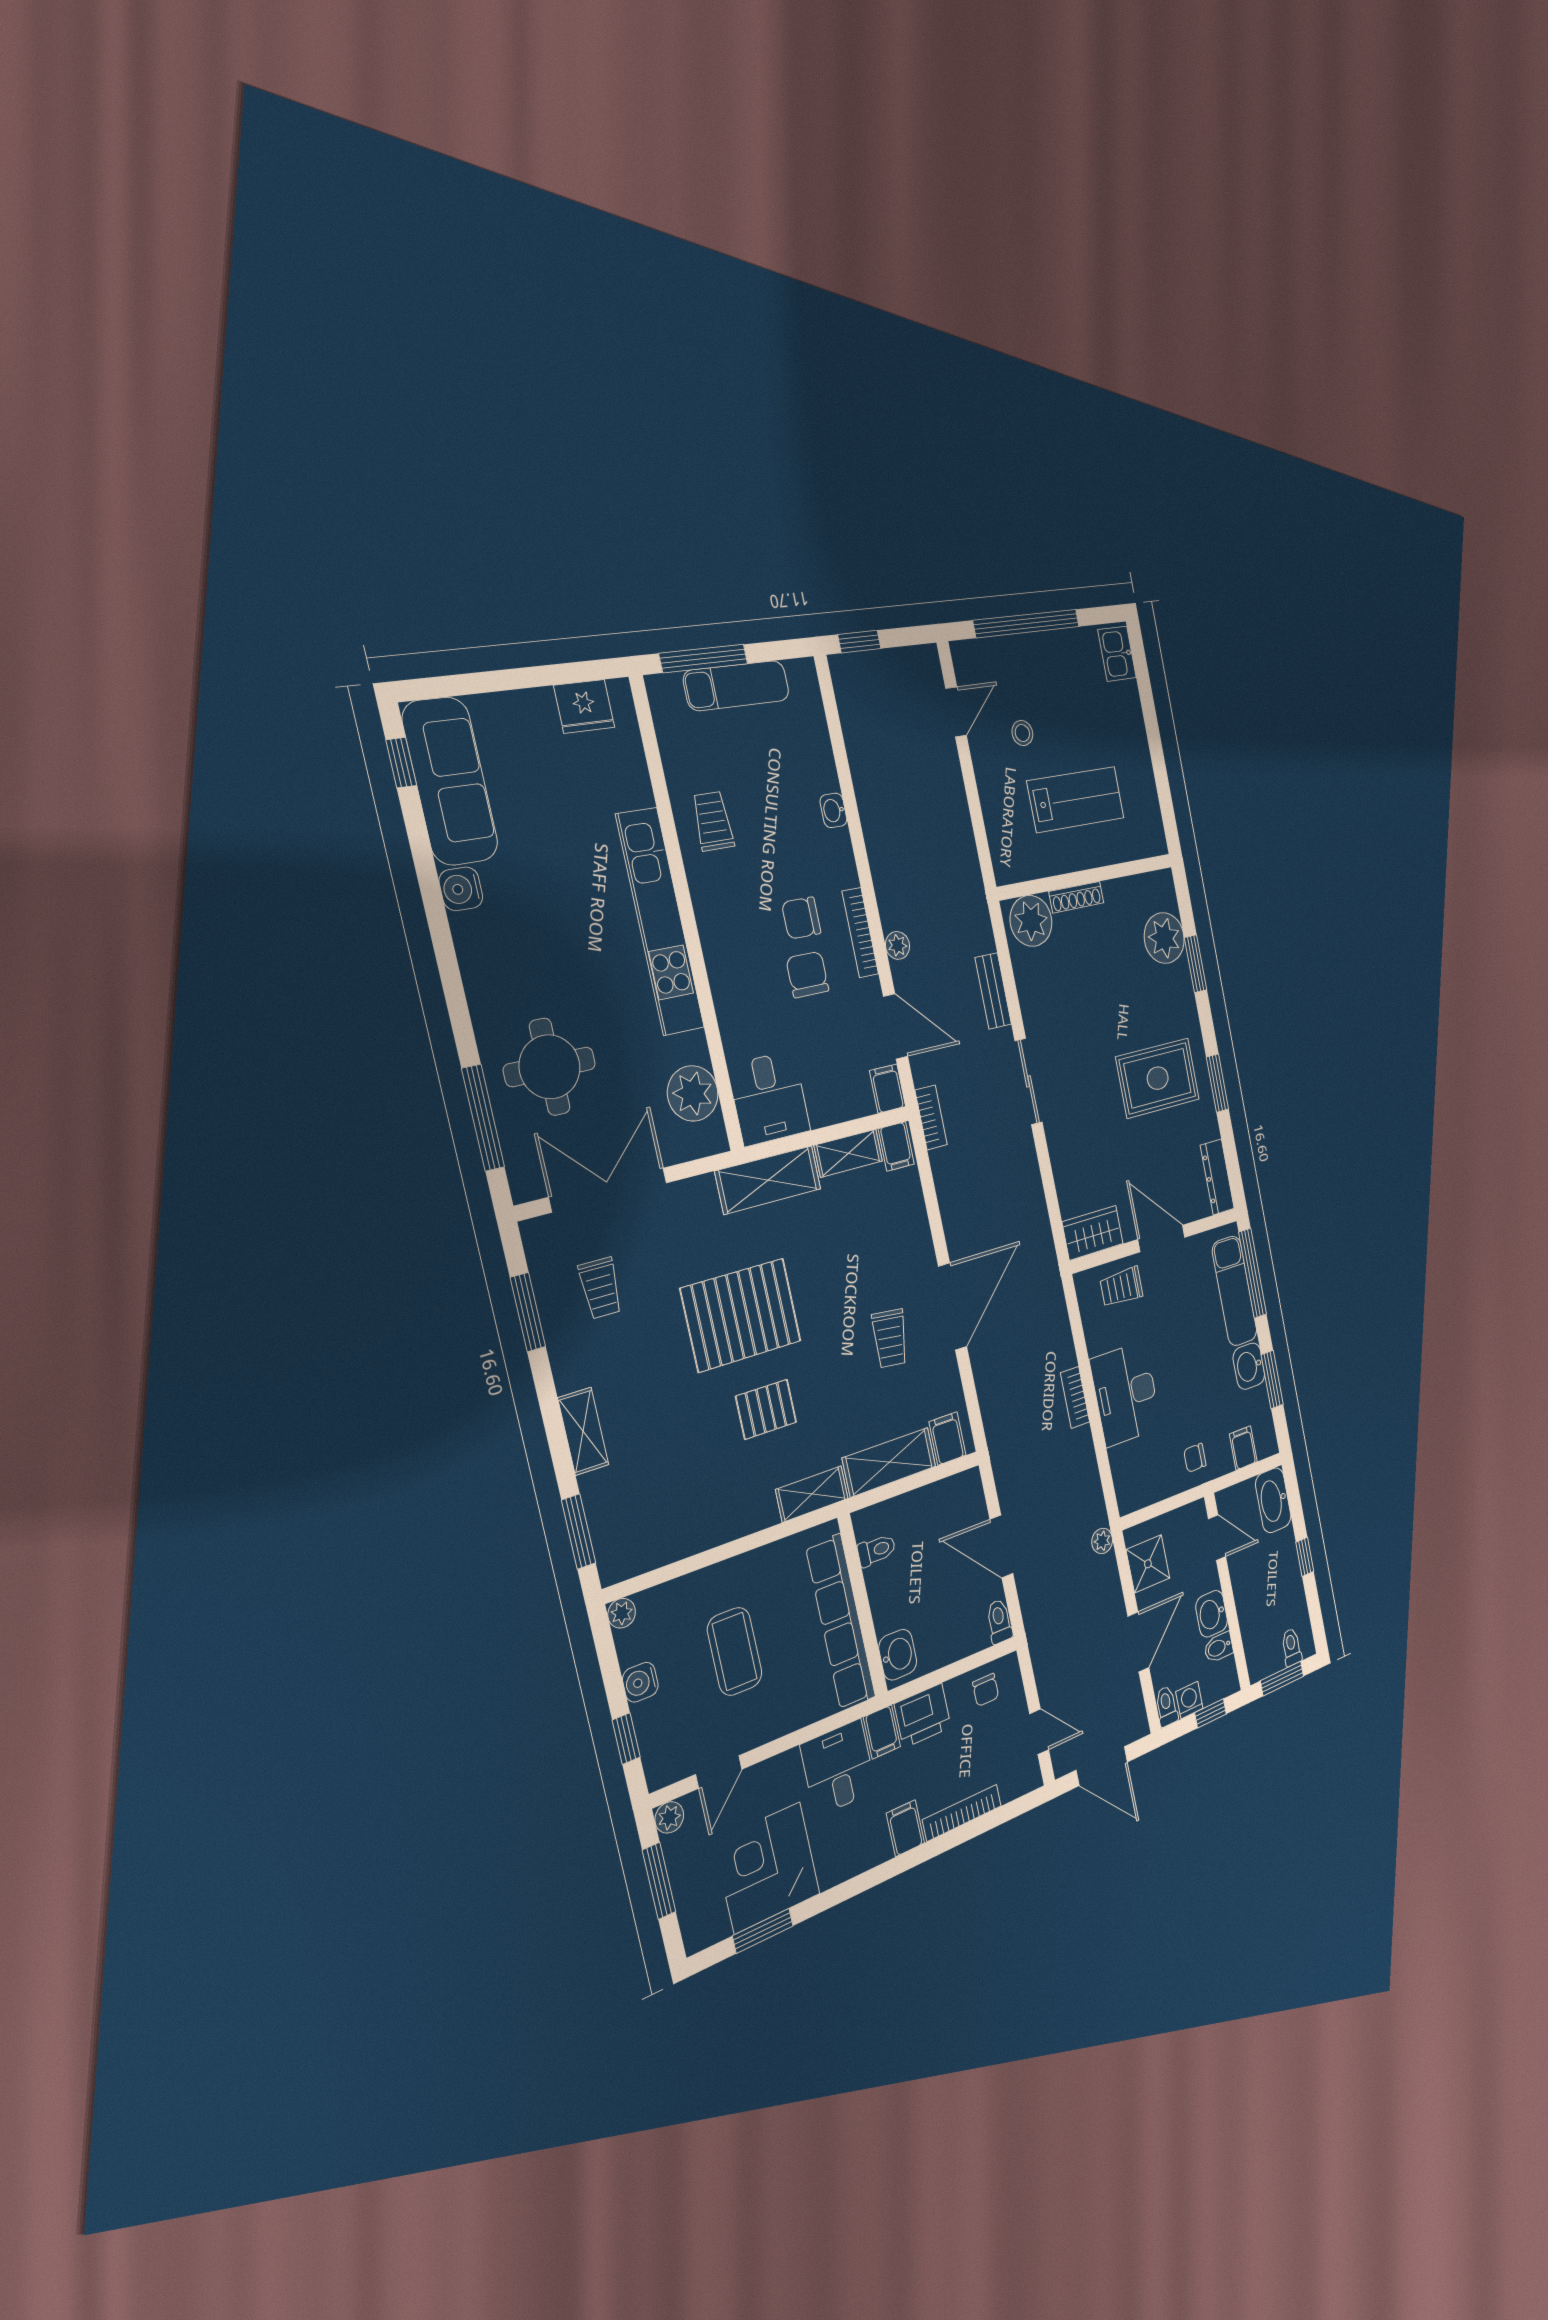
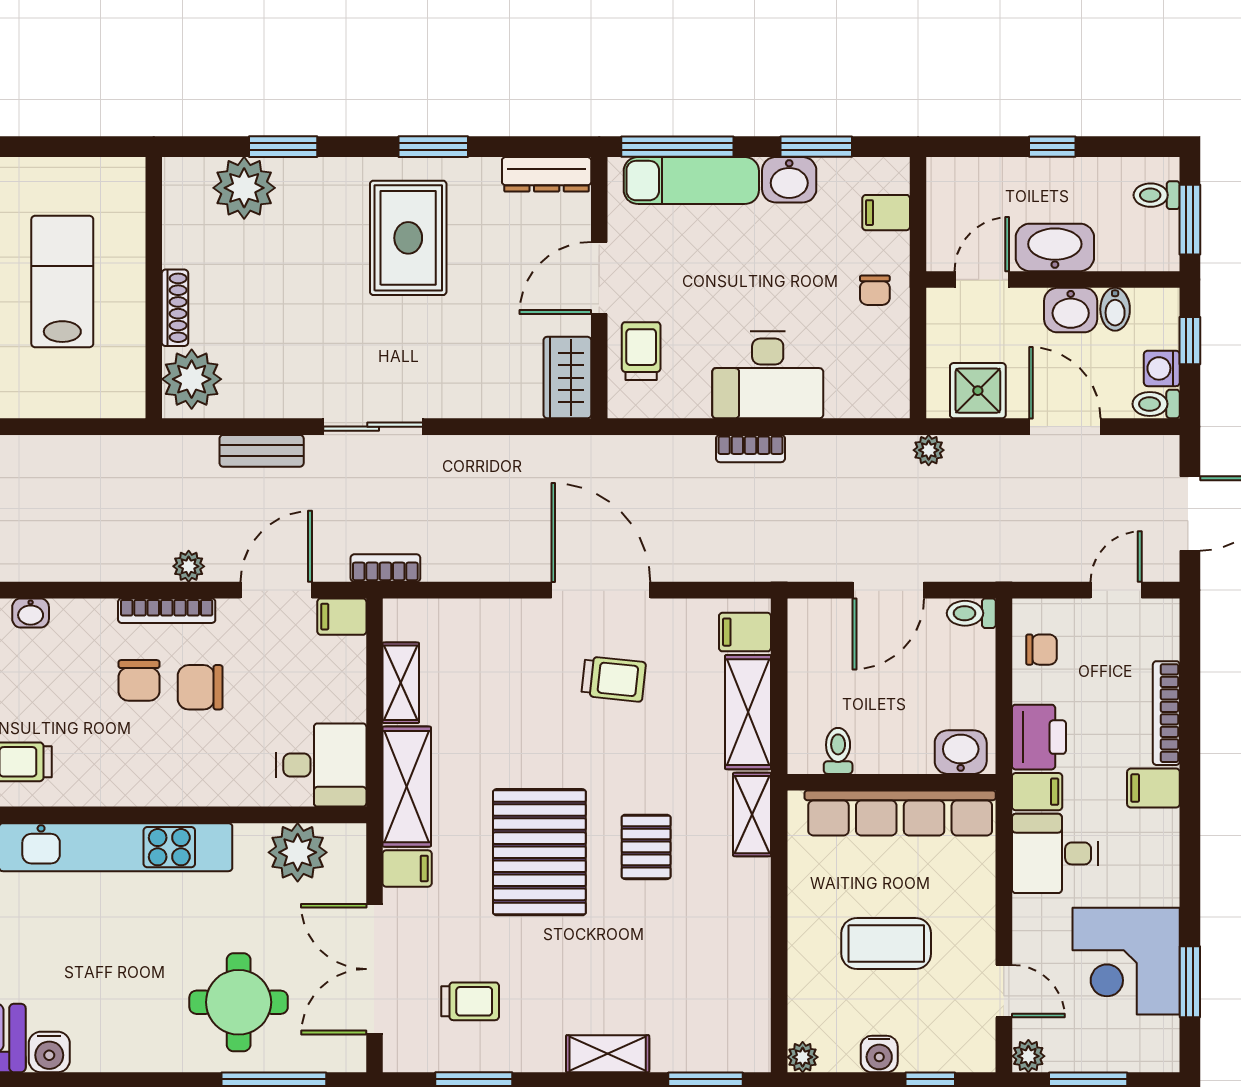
filing cabinet: (896, 1146) -> (407, 868), moved
trolley: (1121, 1287) -> (641, 351), turned 180
washbasin: (1273, 1500) -> (1055, 247), moved, turned 180

